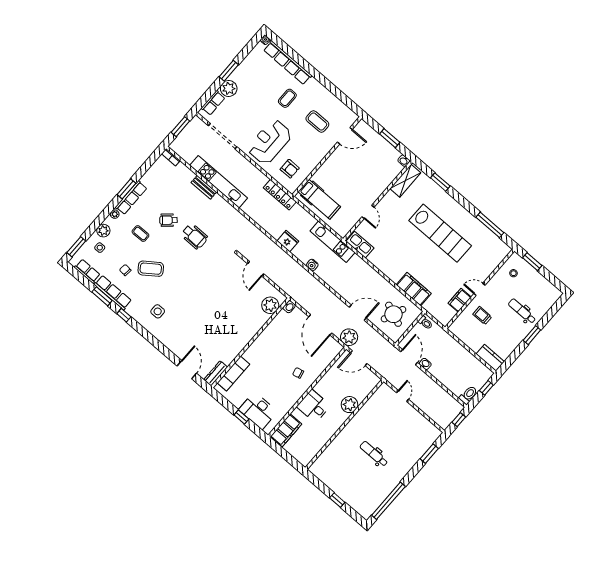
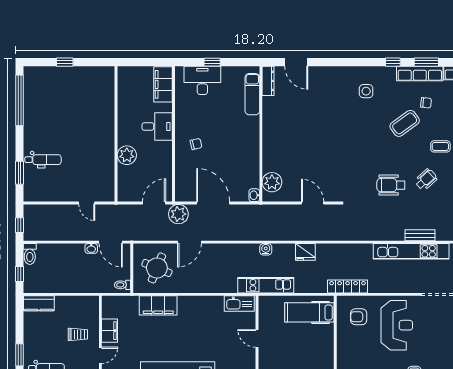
dental chair: (374, 454) -> (43, 160), moved

